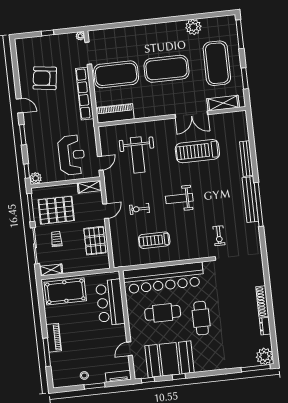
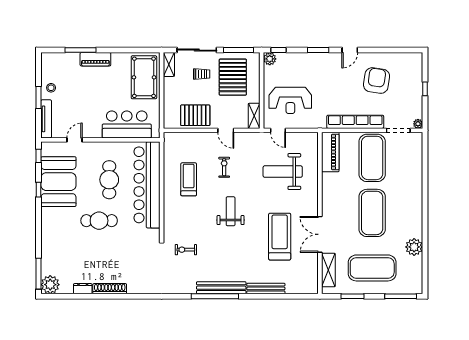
door: (130, 349) -> (74, 140), hinge flipped
tv unit: (118, 376) -> (46, 119), width x1.41

